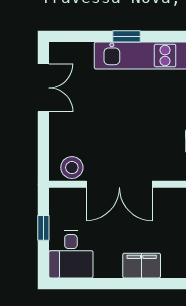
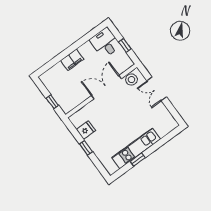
window: (126, 36) -> (138, 160), moved
double door: (43, 88) -> (157, 89), moved

